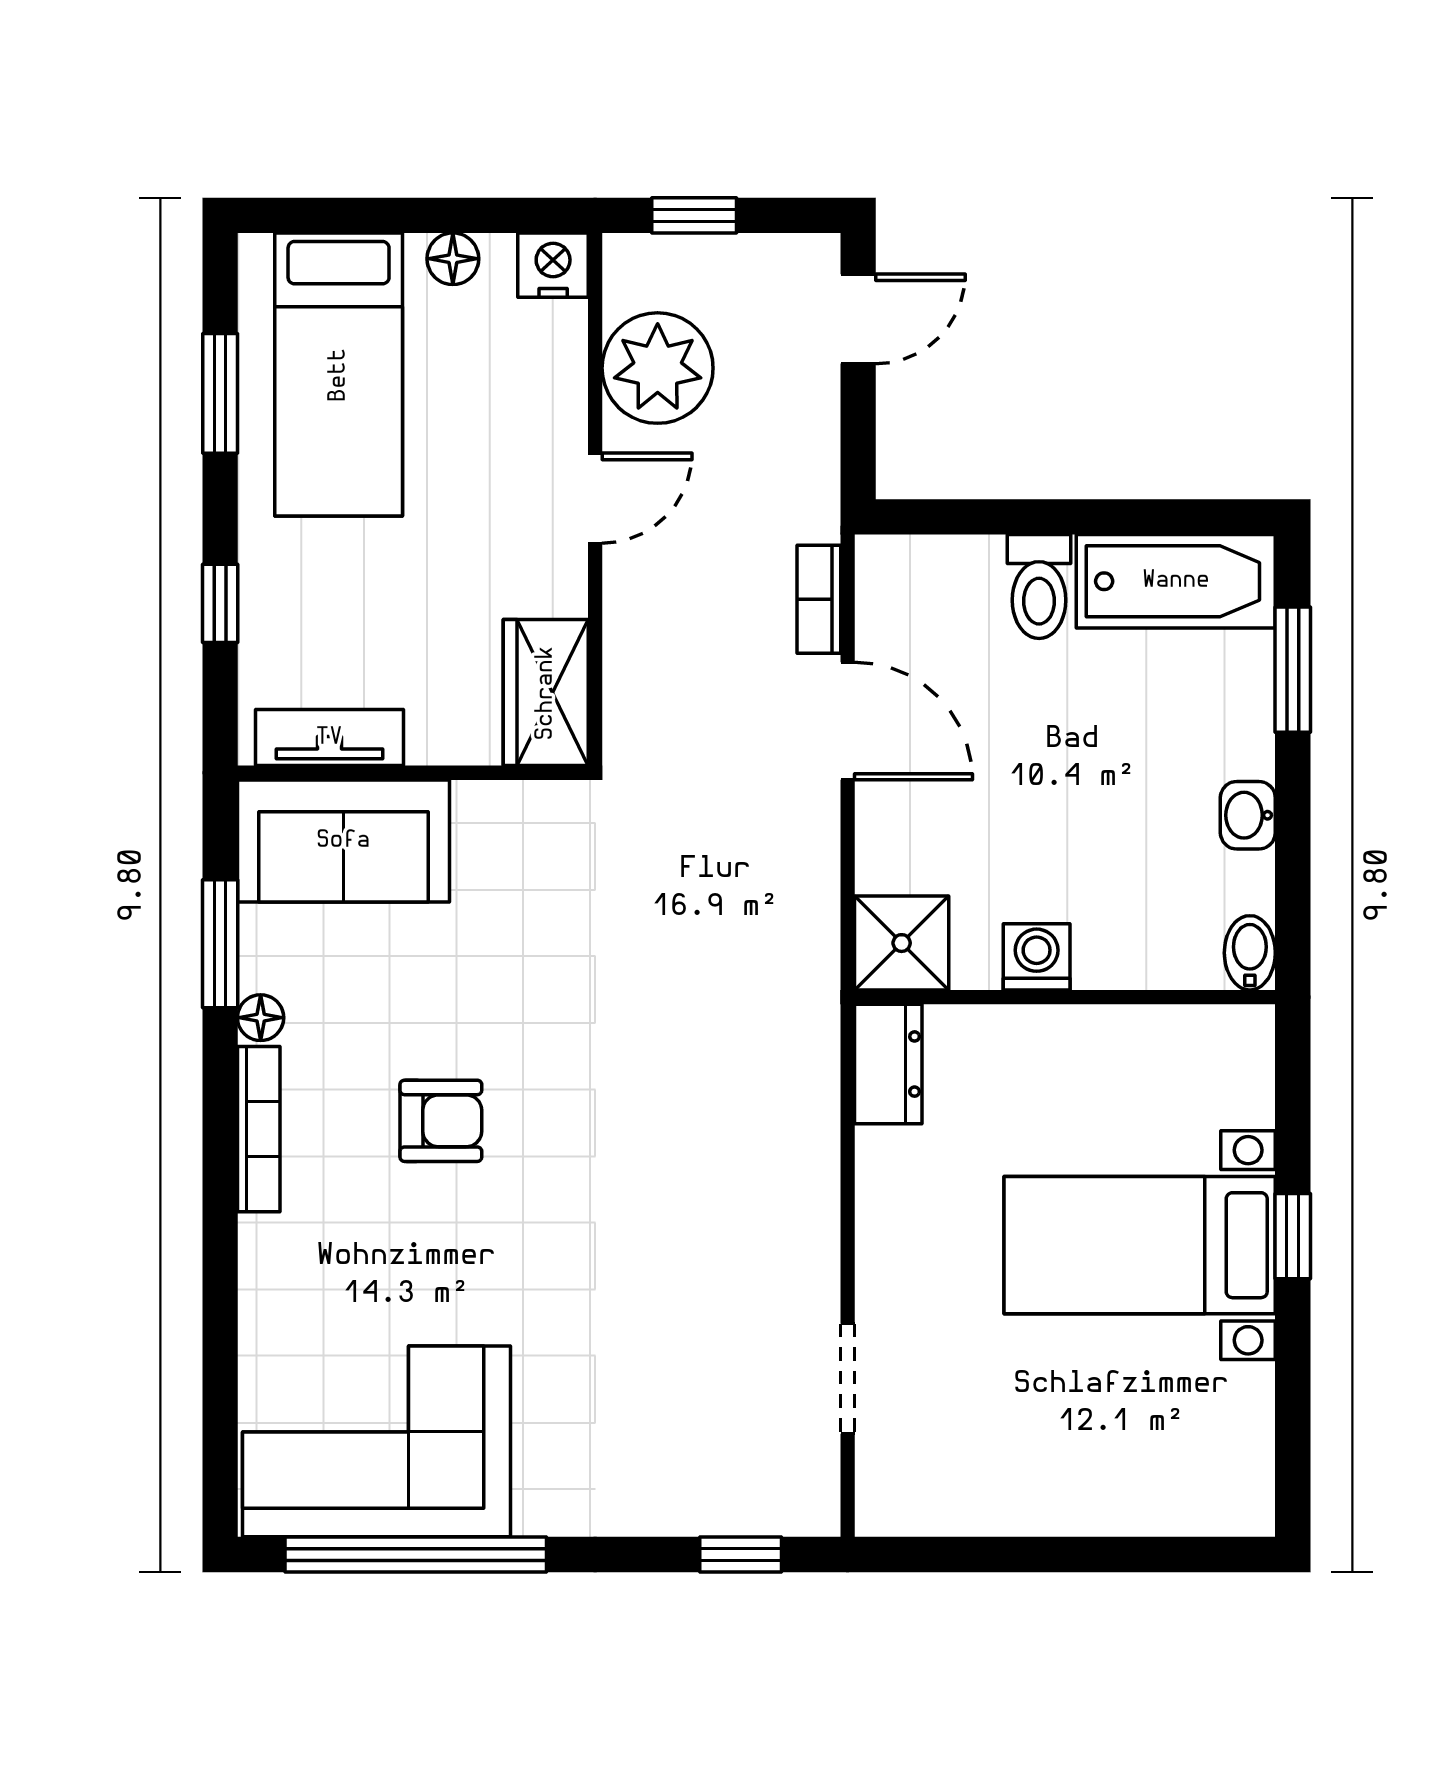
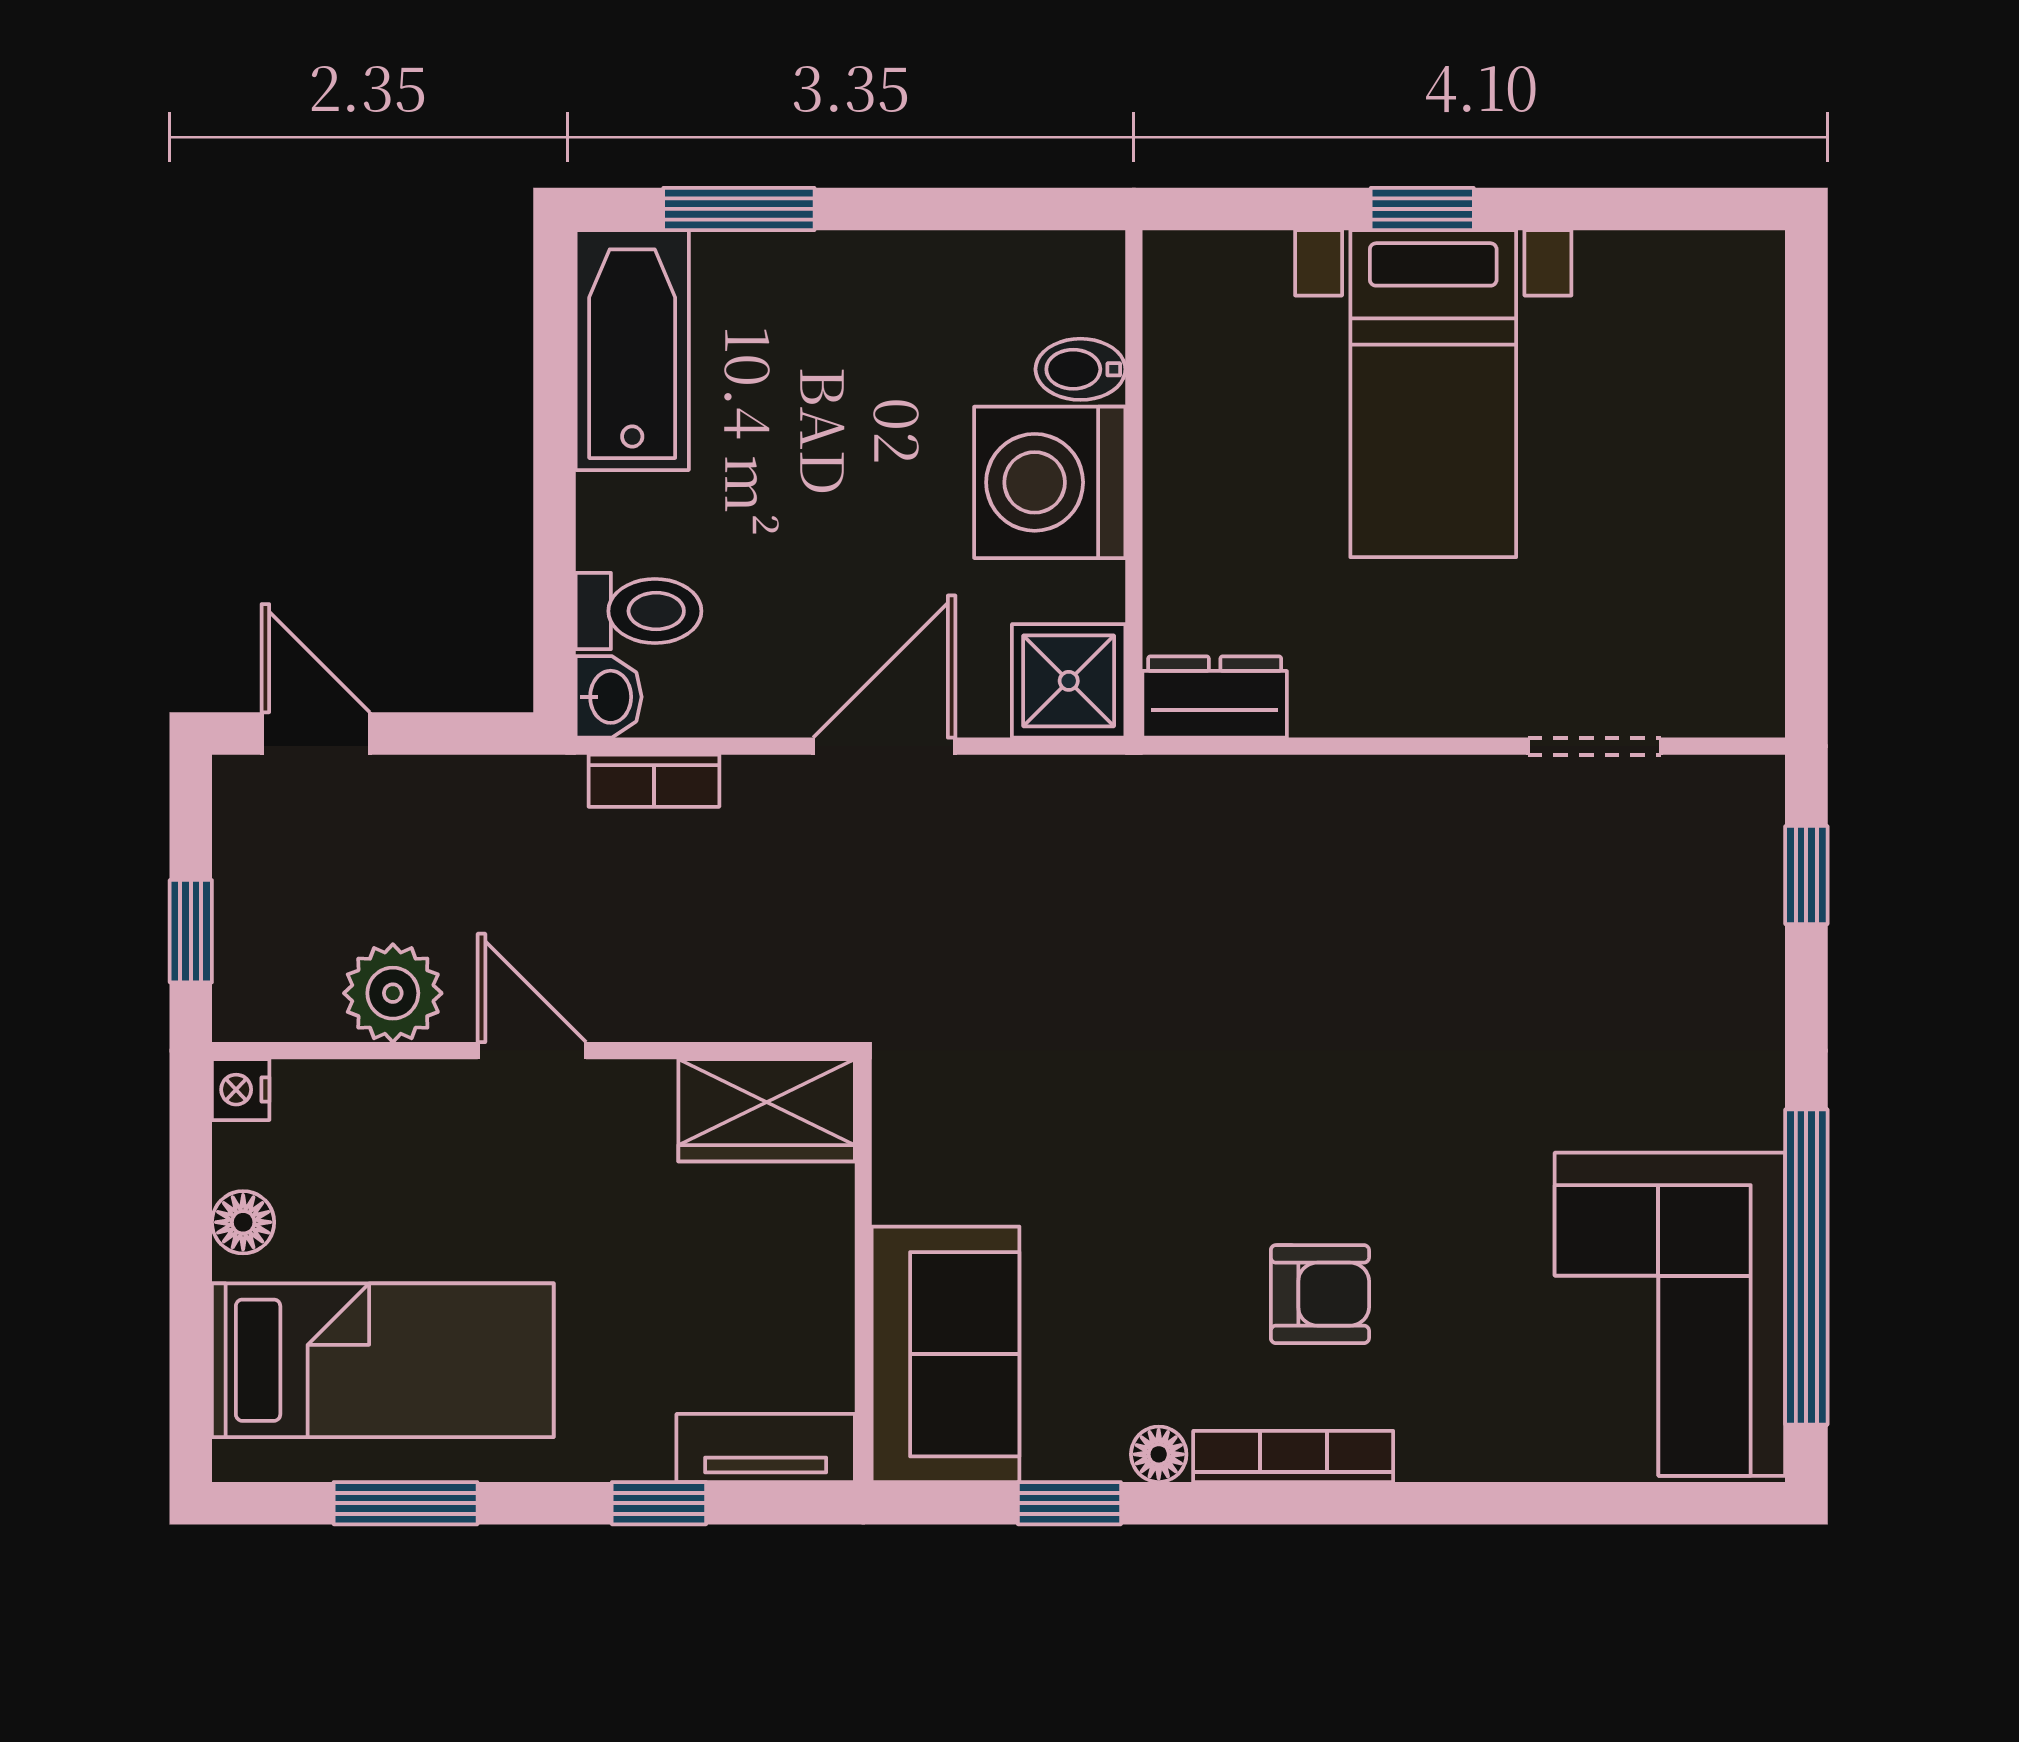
nightstand: (553, 265) -> (241, 1090), width x0.72, depth x0.74
plant: (658, 368) -> (393, 993), width x0.73, depth x0.73
toilet: (1039, 587) -> (639, 611), moved
door: (848, 721) -> (884, 746), moved
tv unit: (329, 738) -> (766, 1448), moved, turned 90
washbasin: (1248, 815) -> (609, 697), moved, turned -90
window: (220, 944) -> (1069, 1503), width x0.67
bidet: (1250, 953) -> (1080, 369), moved
washing machine: (1037, 957) -> (1050, 482), width x1.89, depth x1.89
armchair: (441, 1121) -> (1320, 1294), moved, turned 90

